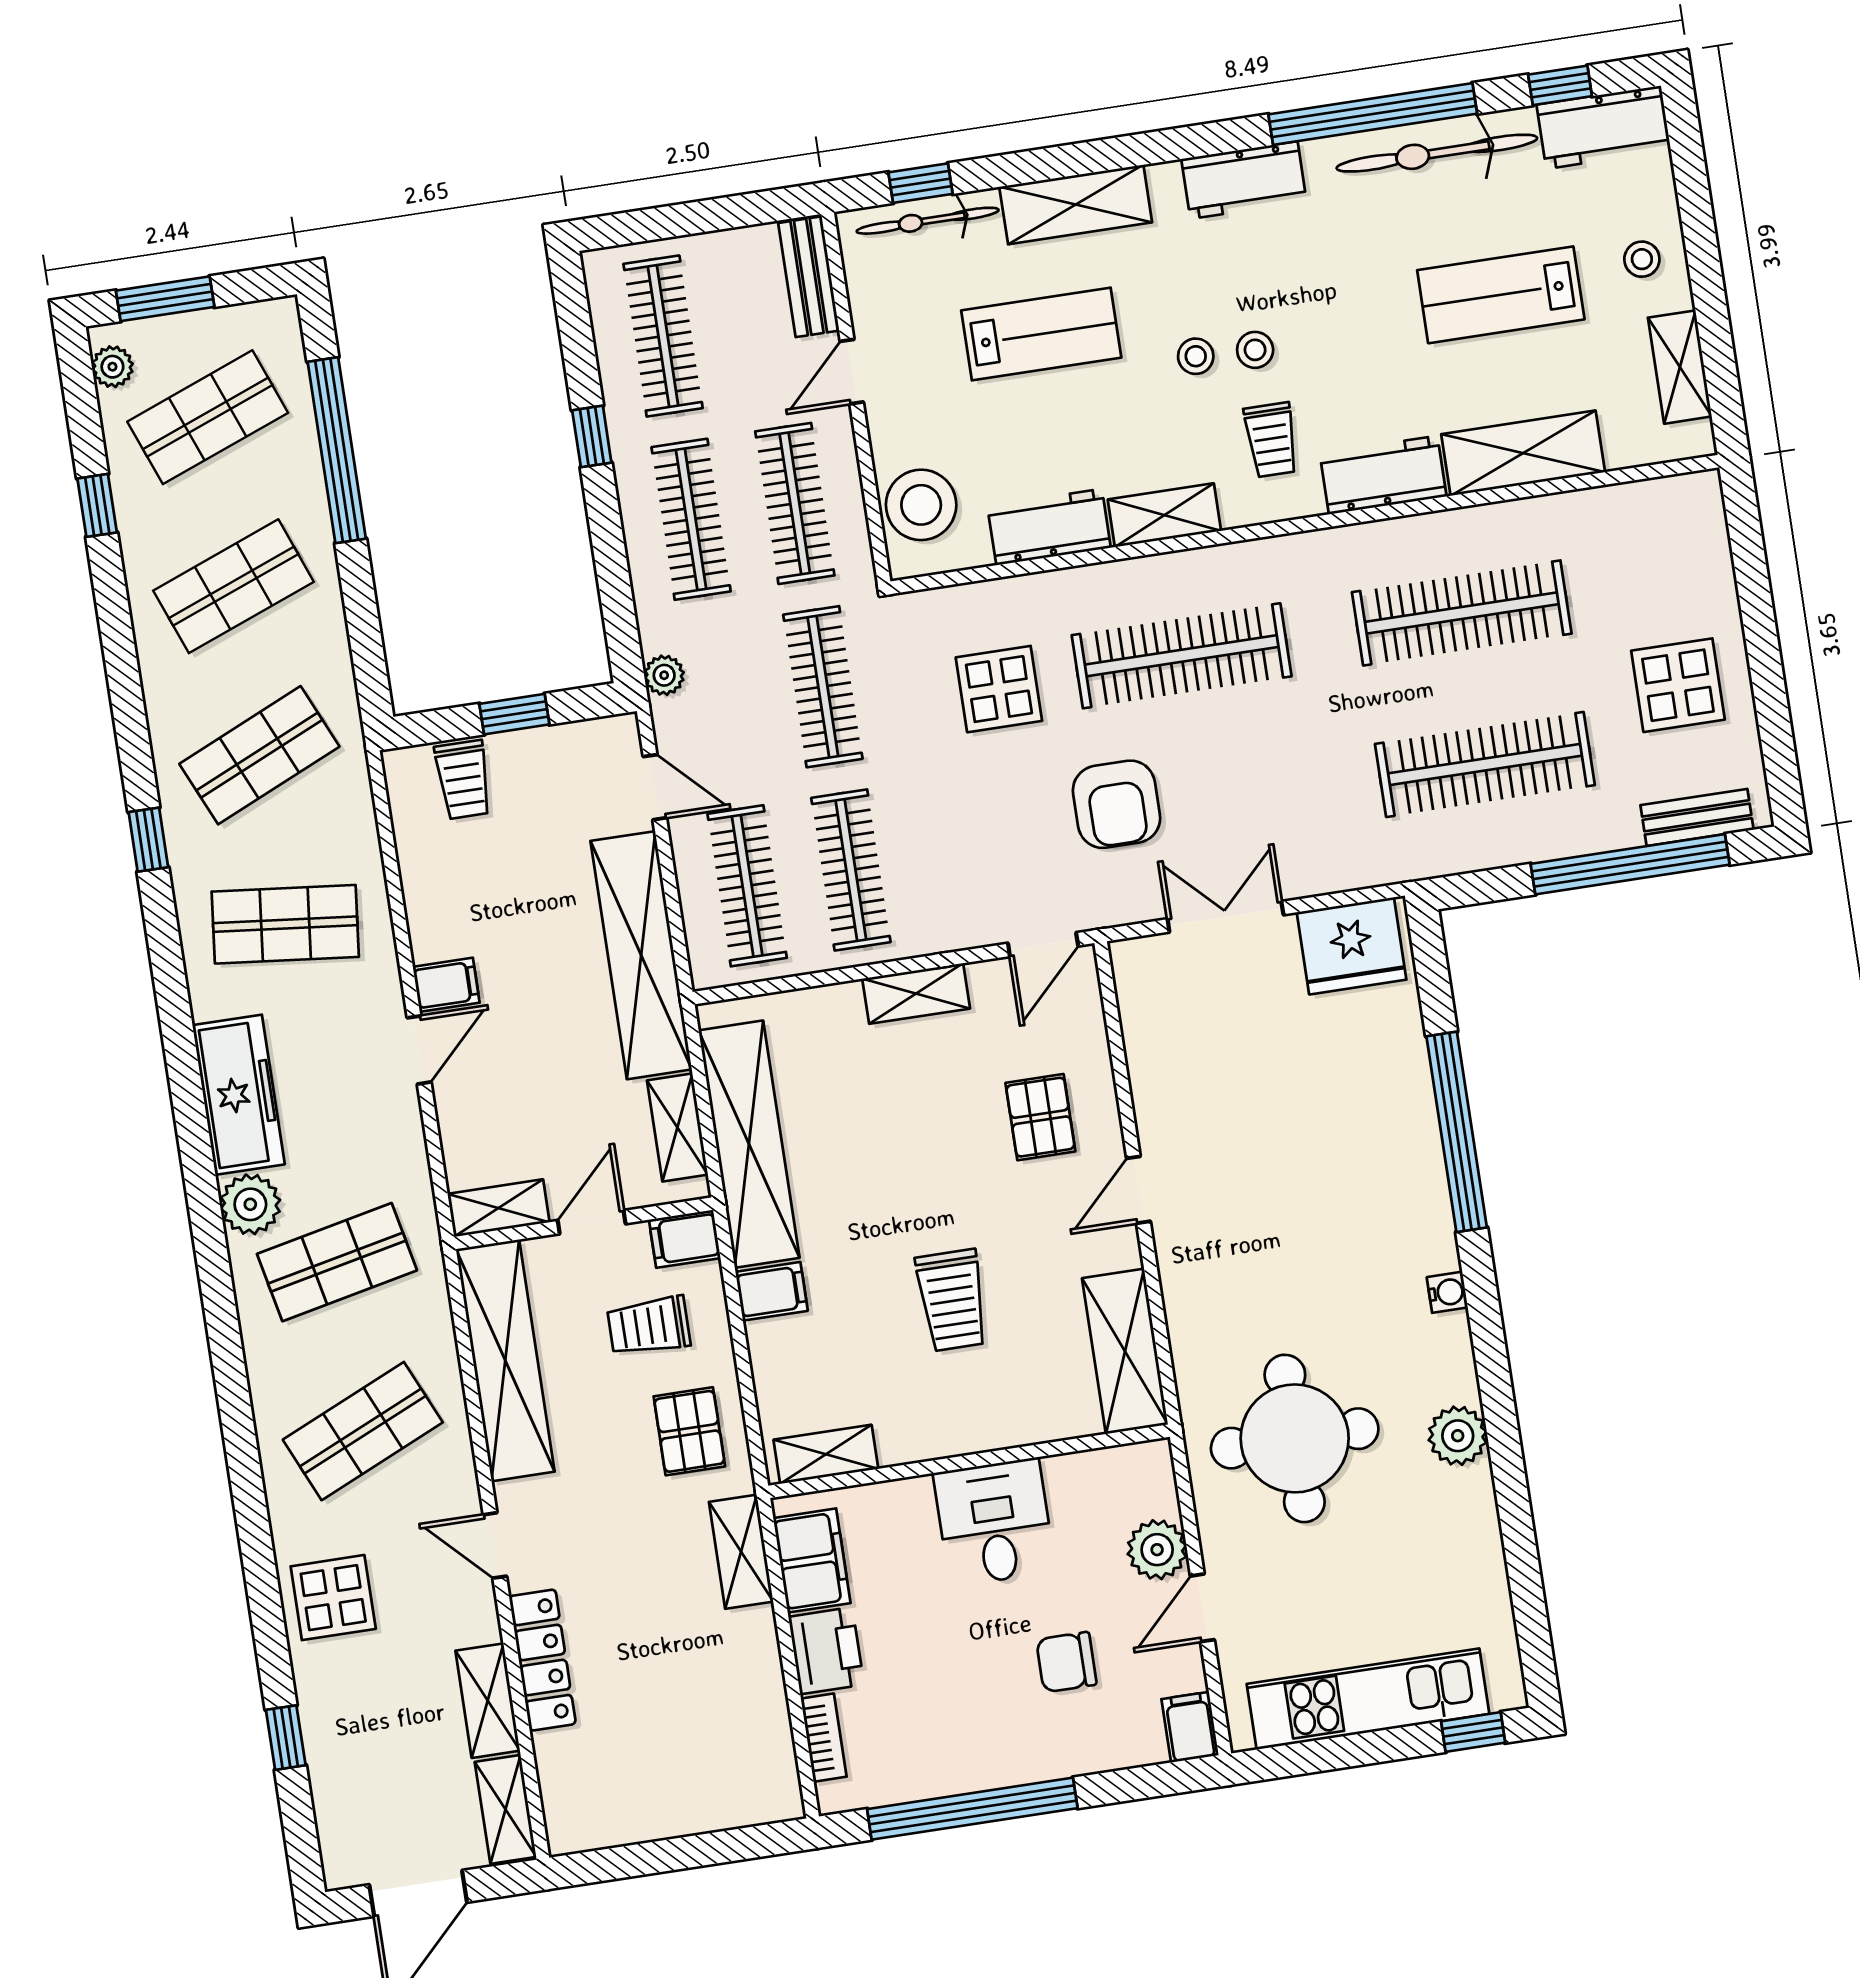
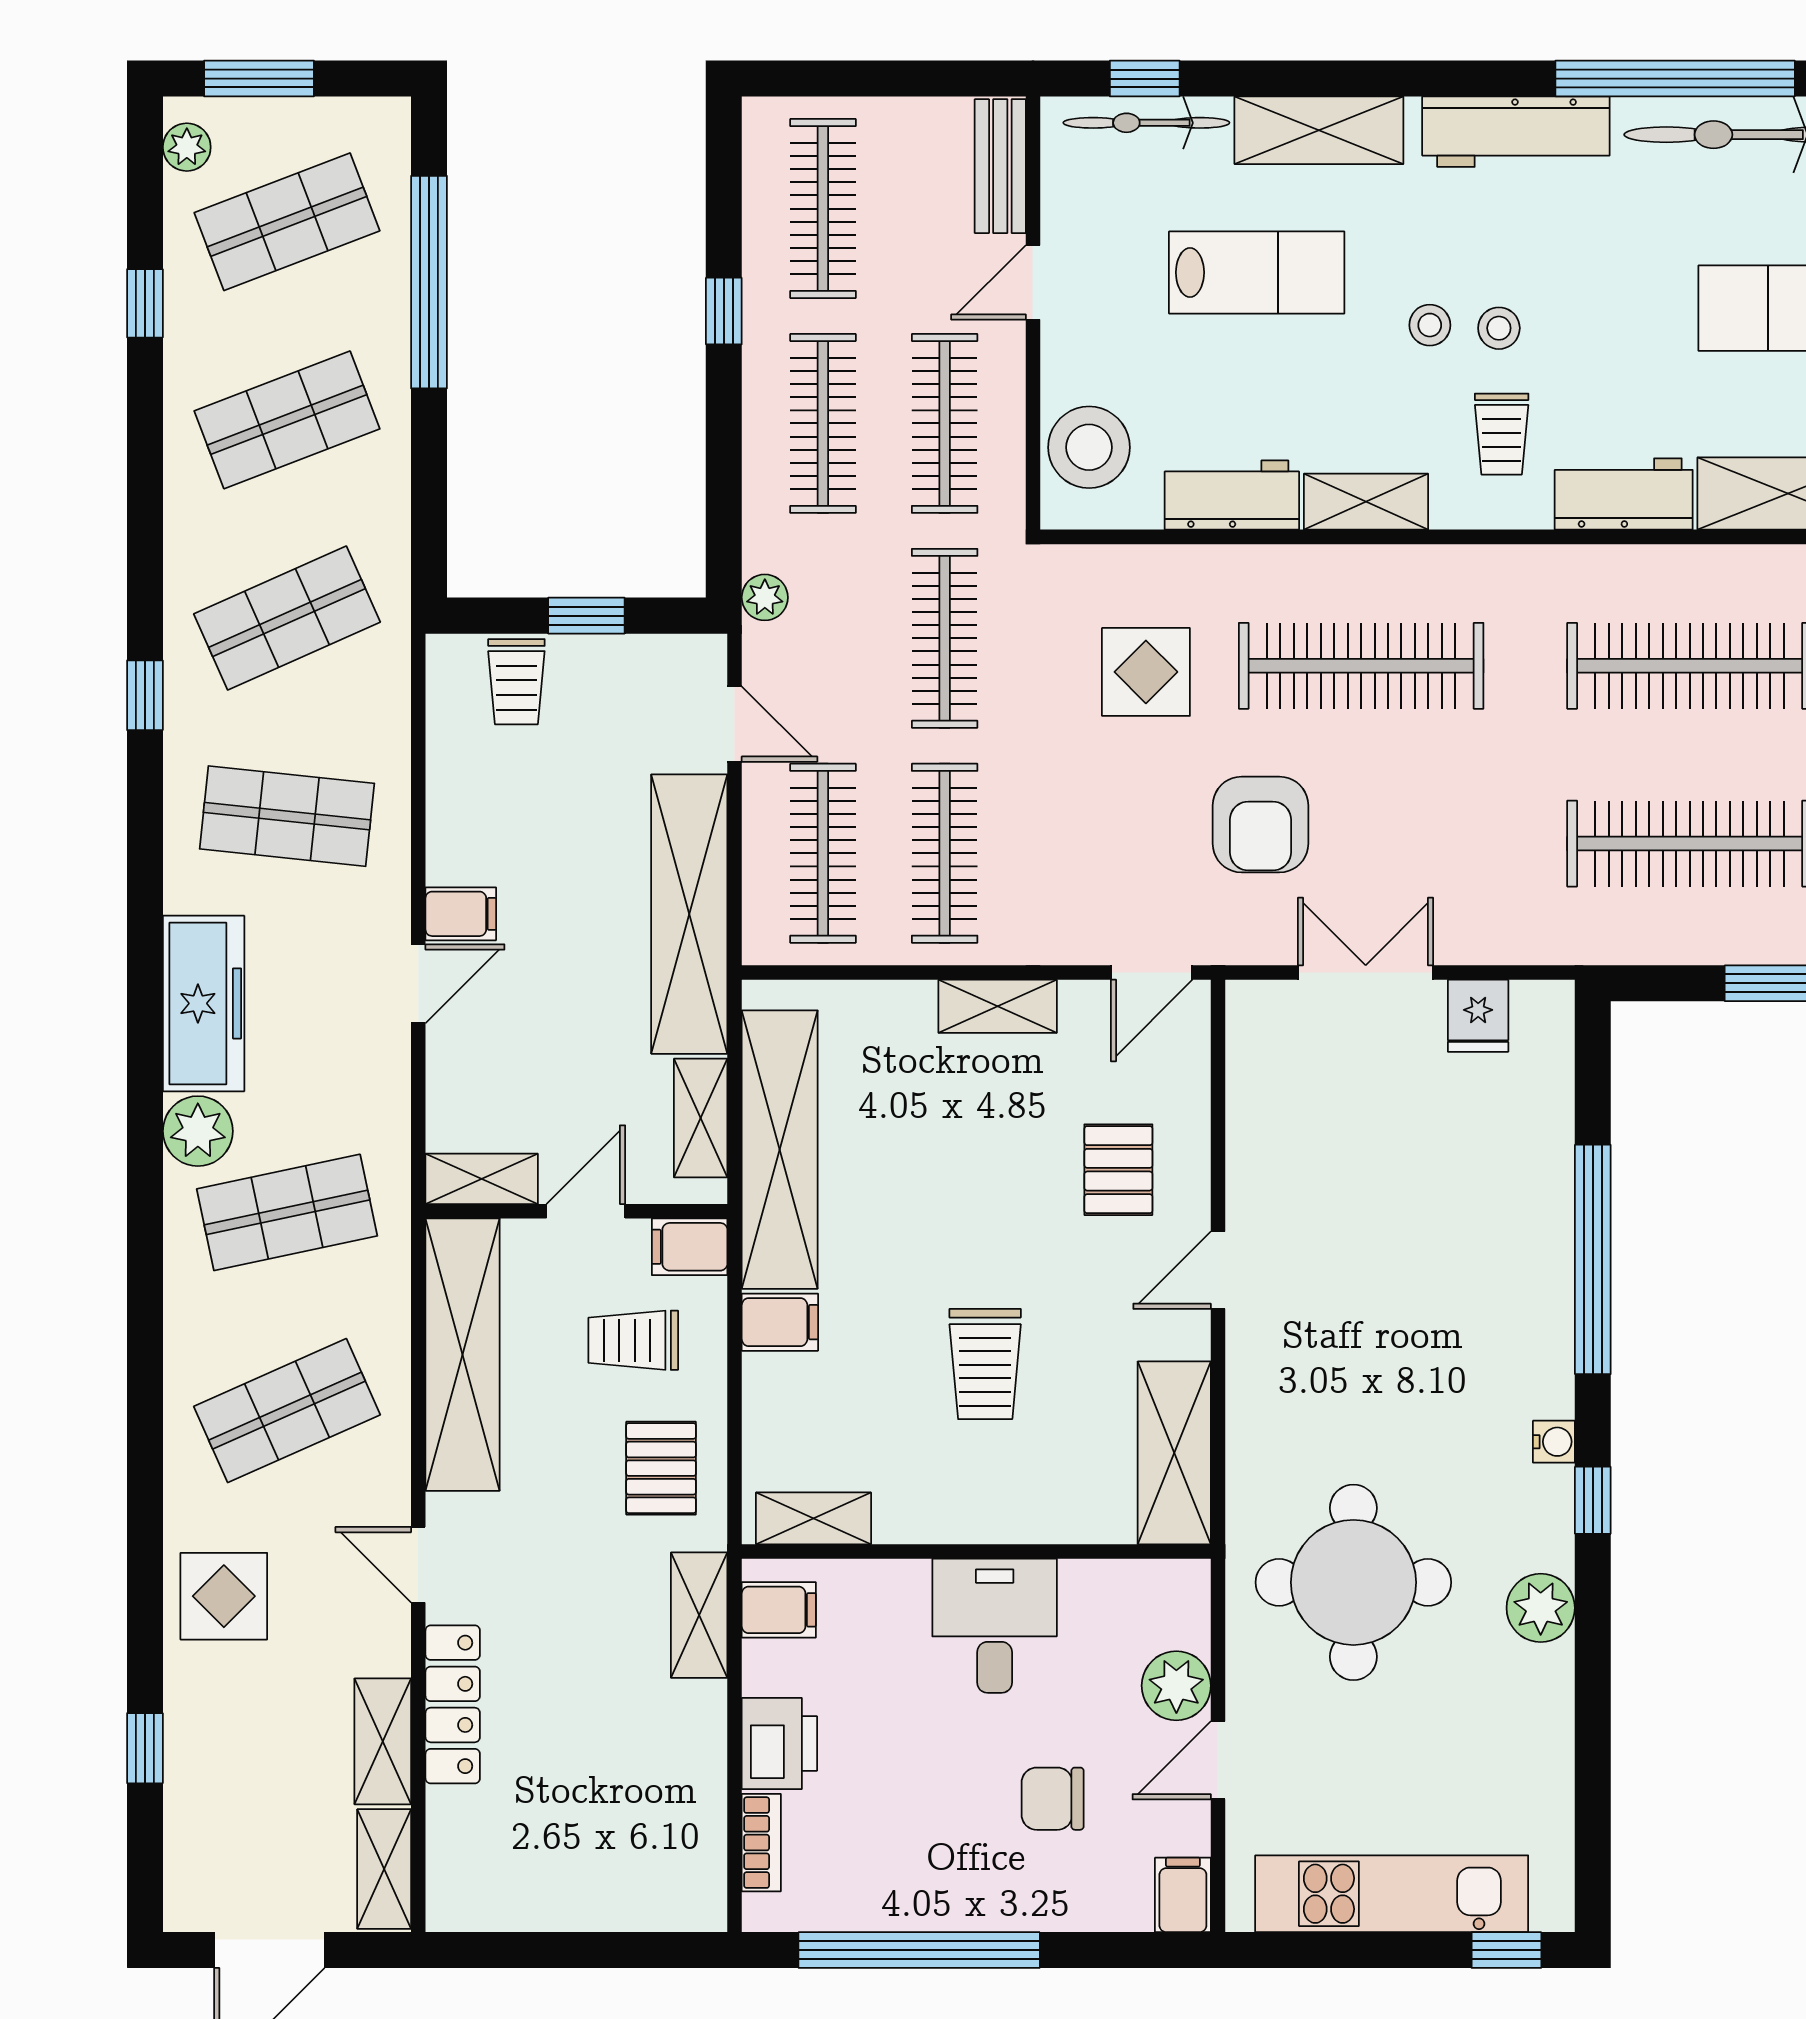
workbench: (1244, 180) -> (1516, 132), width x1.38
fridge: (1351, 946) -> (1478, 1016), width x0.53, depth x0.75
window: (1488, 1337) -> (1593, 1500), added
filing cabinet: (812, 1561) -> (779, 1610), width x0.50

